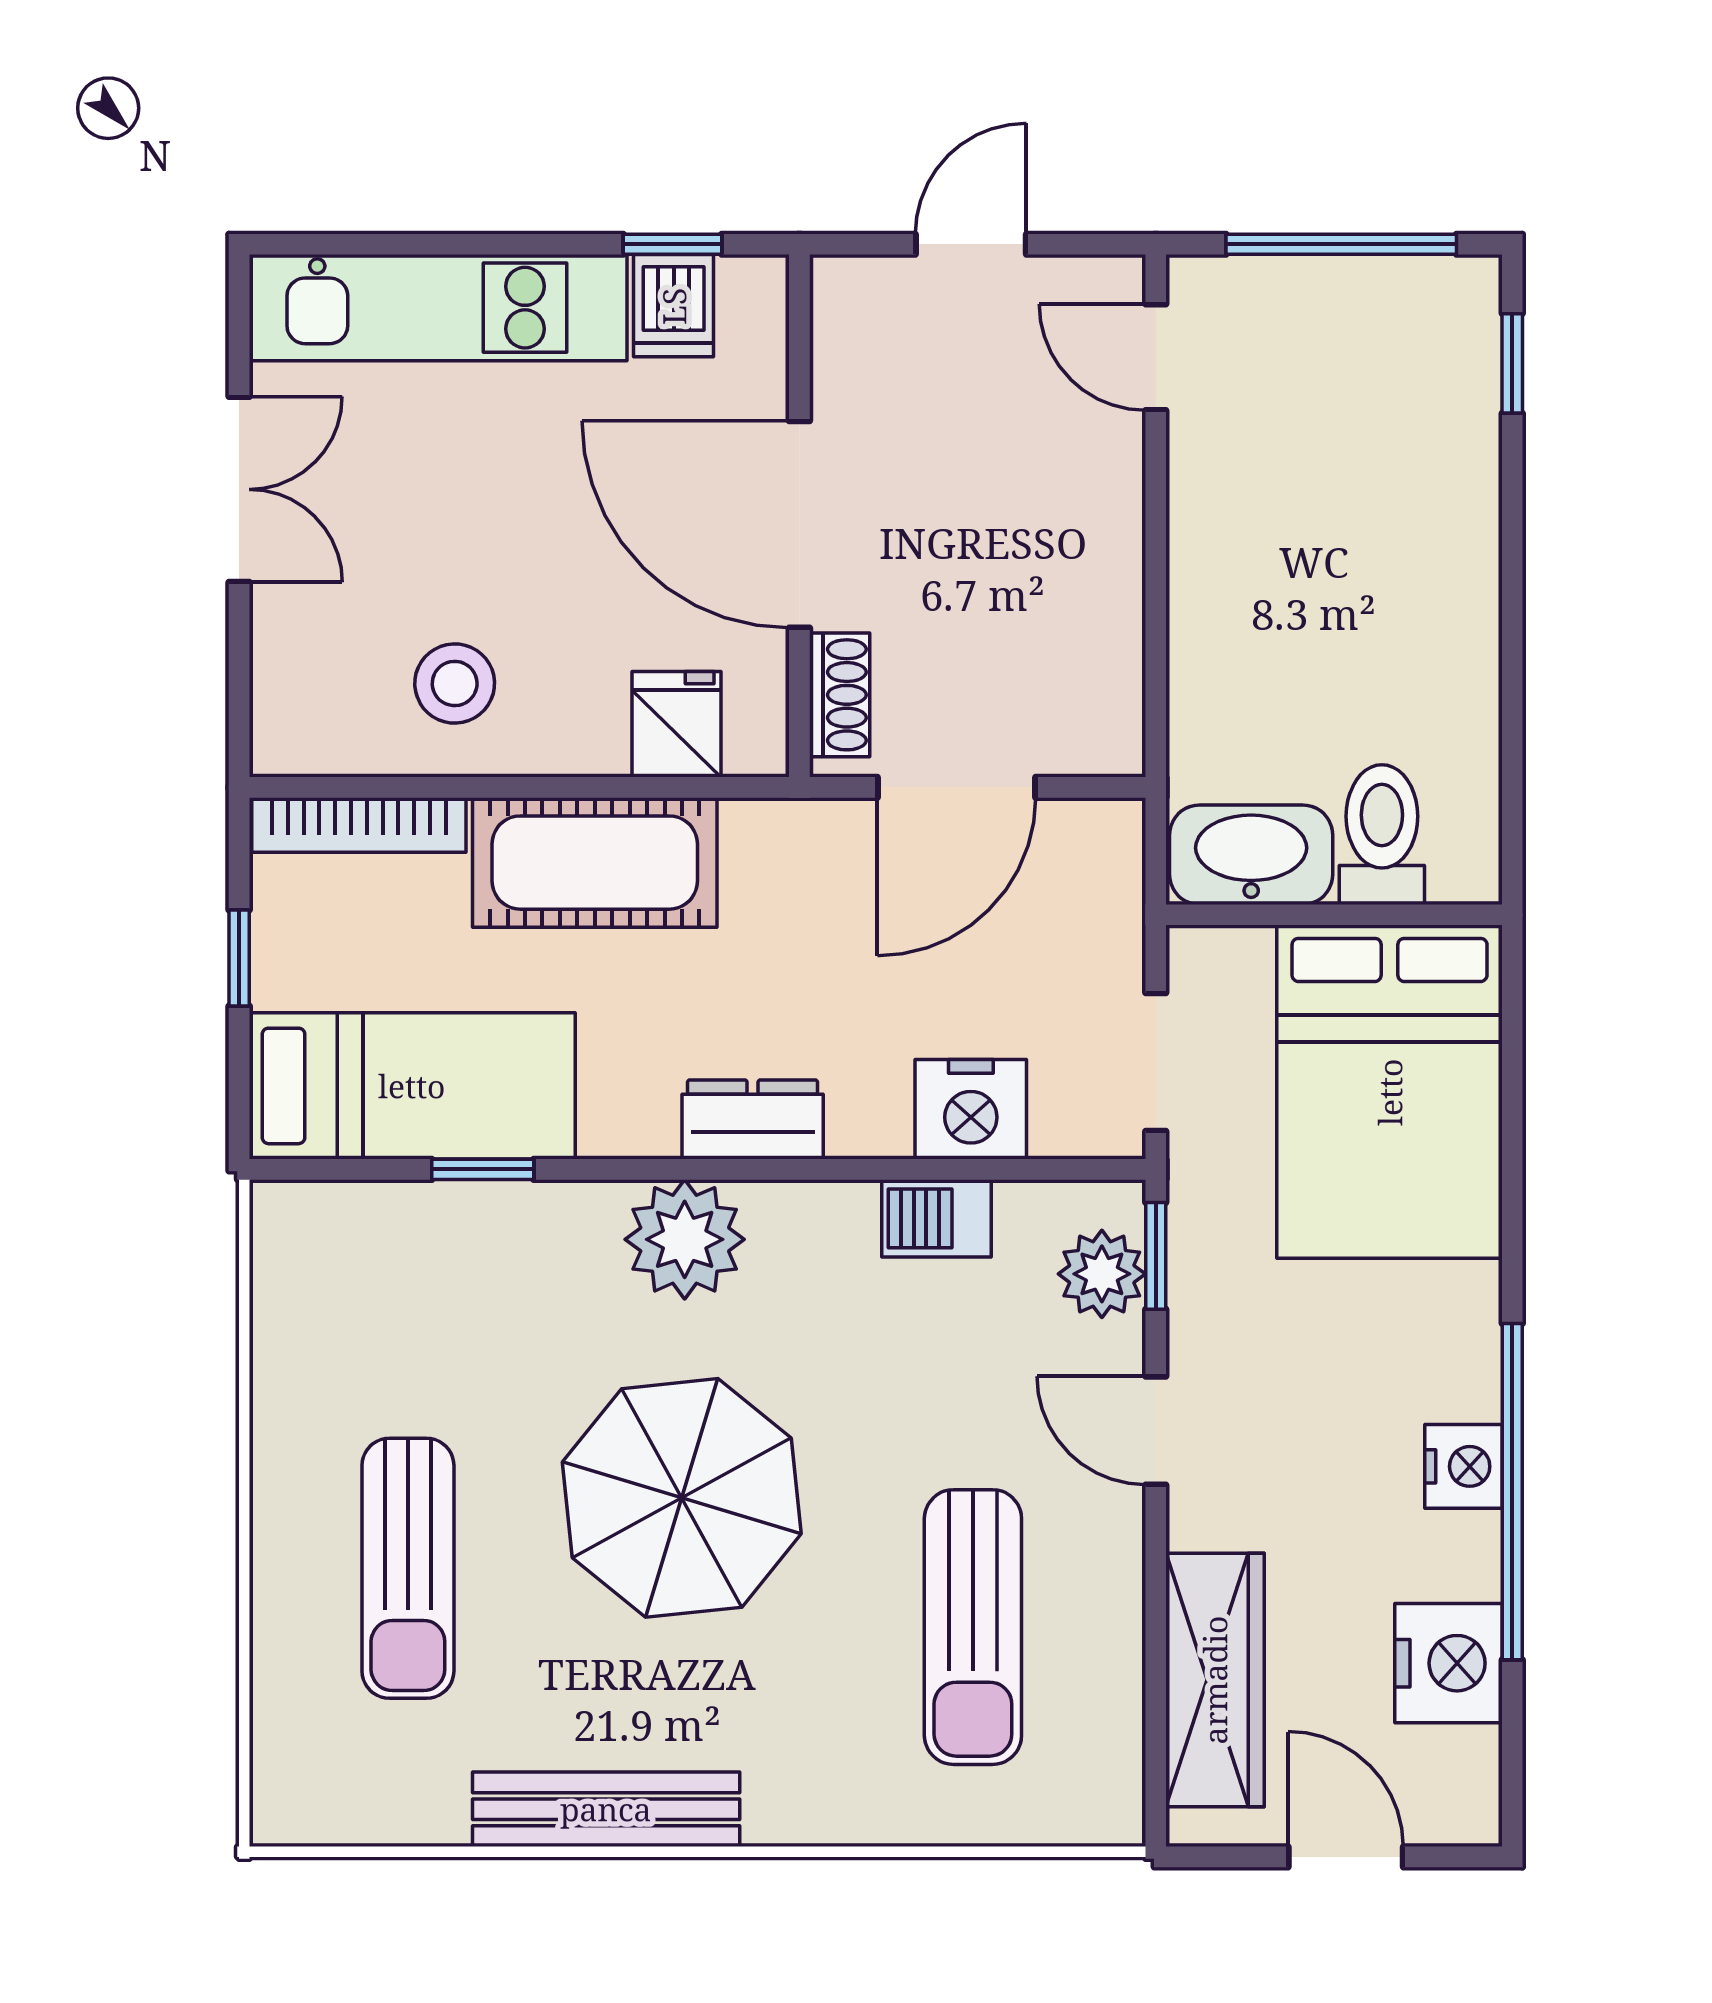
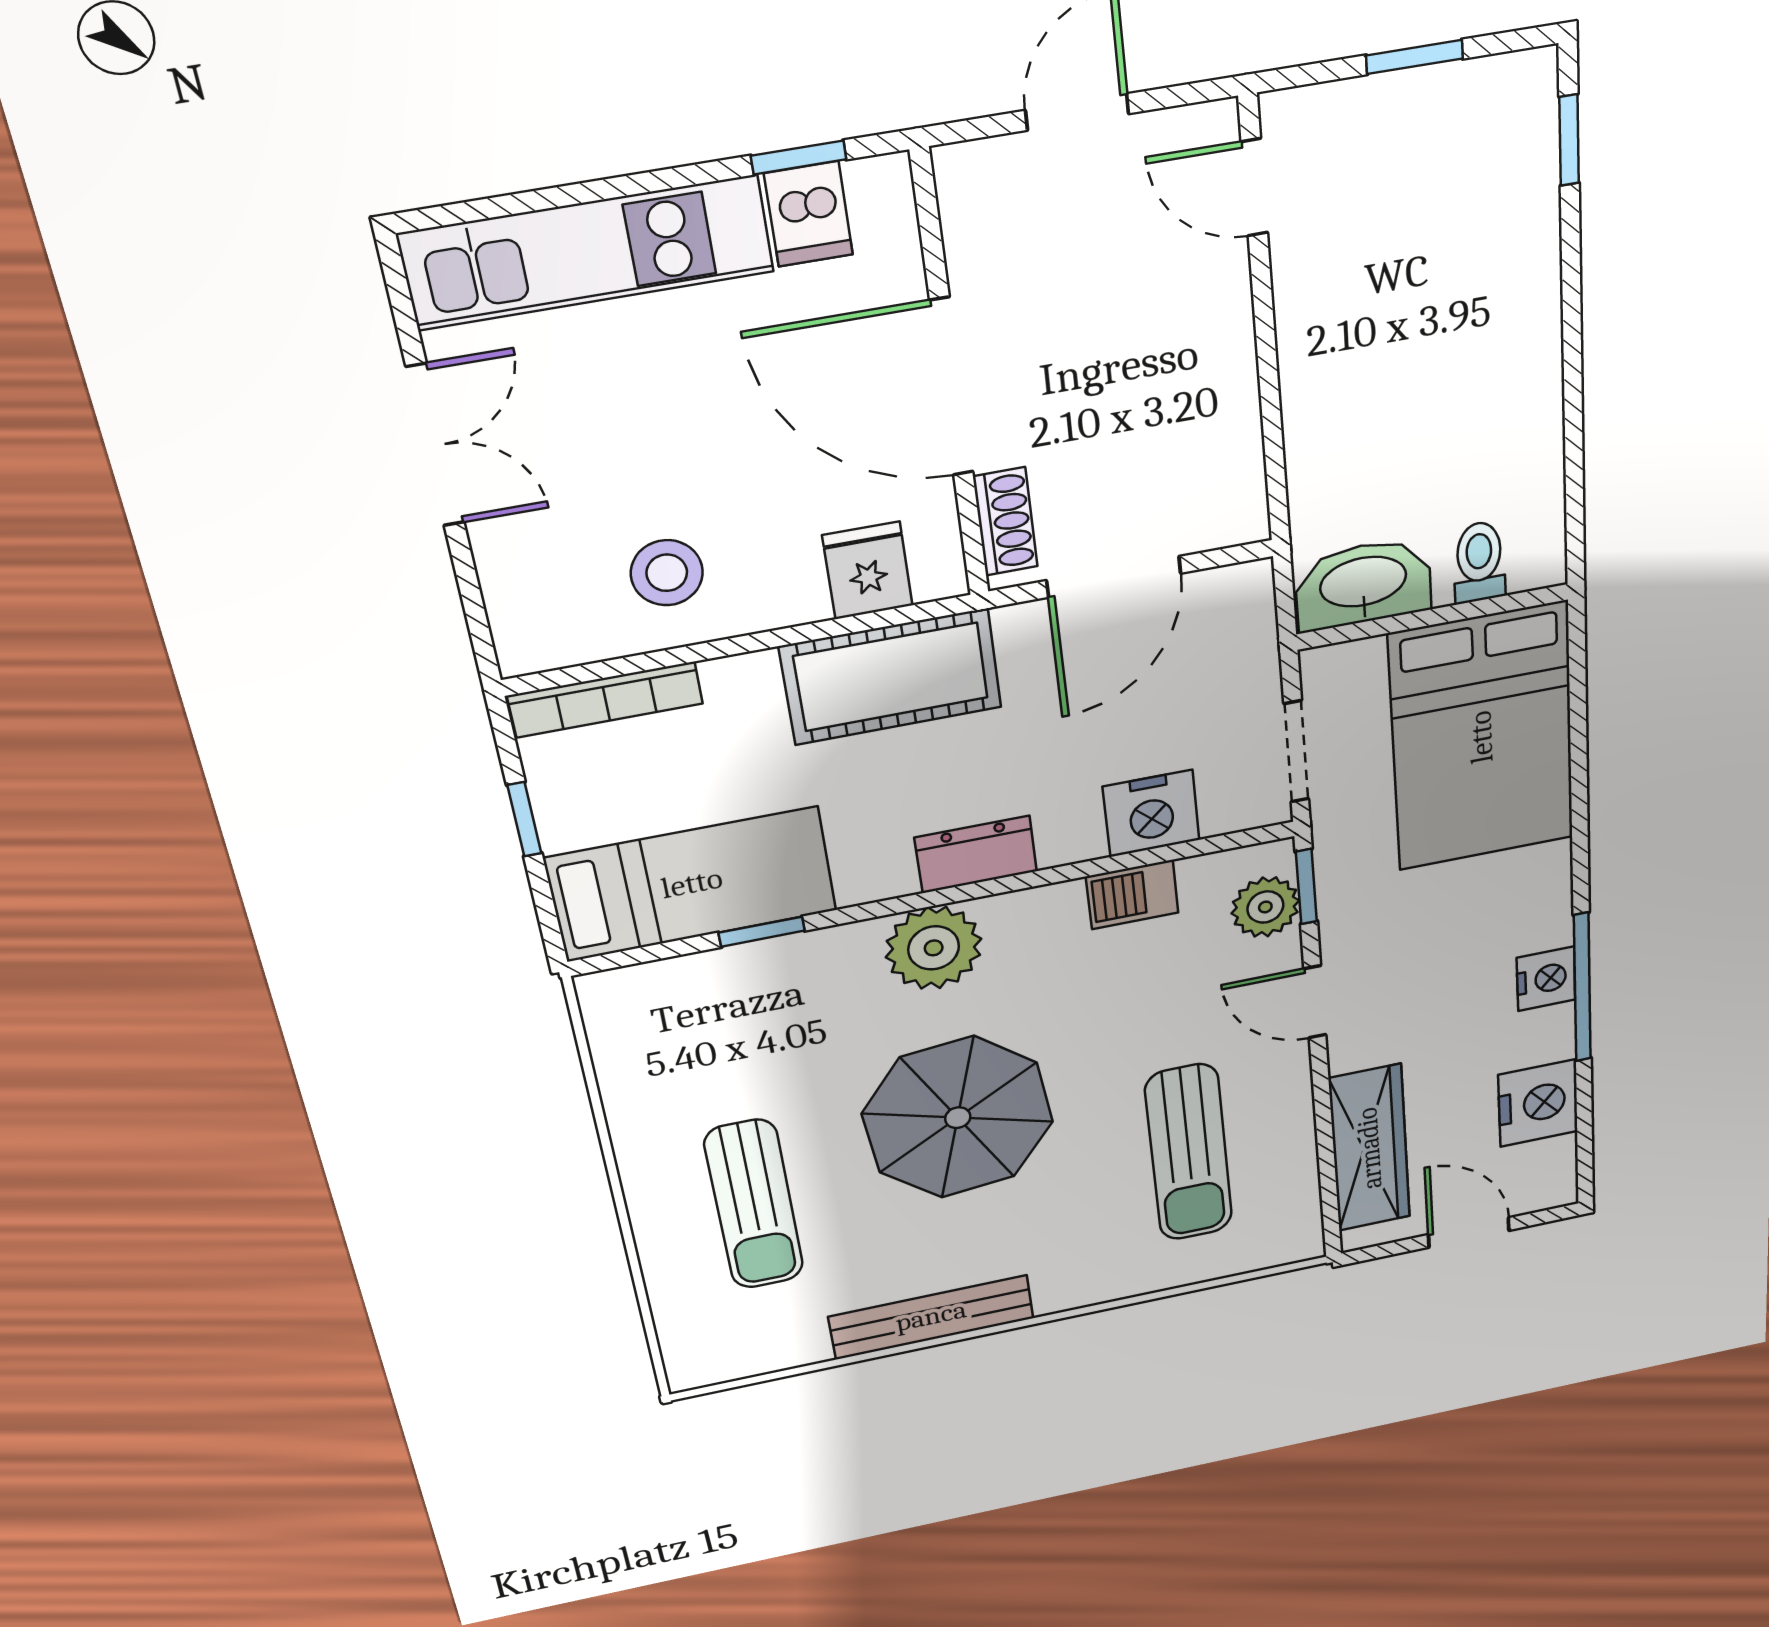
window: (1341, 244) -> (1415, 57), width x0.46
toilet: (1382, 835) -> (1479, 562), width x0.73, depth x0.72
cot: (595, 863) -> (891, 677), moved
window: (1512, 1492) -> (1582, 988), width x0.68

